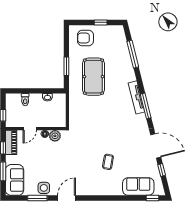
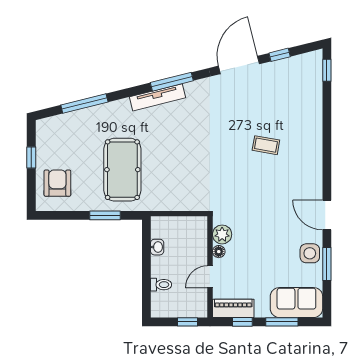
armchair: (85, 38) -> (57, 183), turned 180
pool table: (93, 77) -> (122, 170), turned 90
door: (30, 129) -> (210, 277), swing flipped
sofa: (138, 186) -> (307, 94), removed

